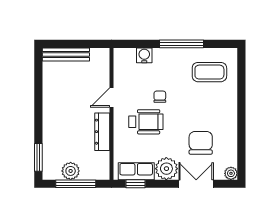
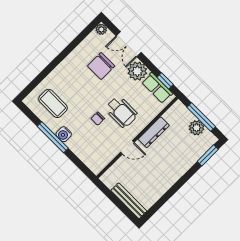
water cooler: (144, 55) -> (64, 134), moved
wheelchair: (146, 122) -> (121, 112), turned 180

